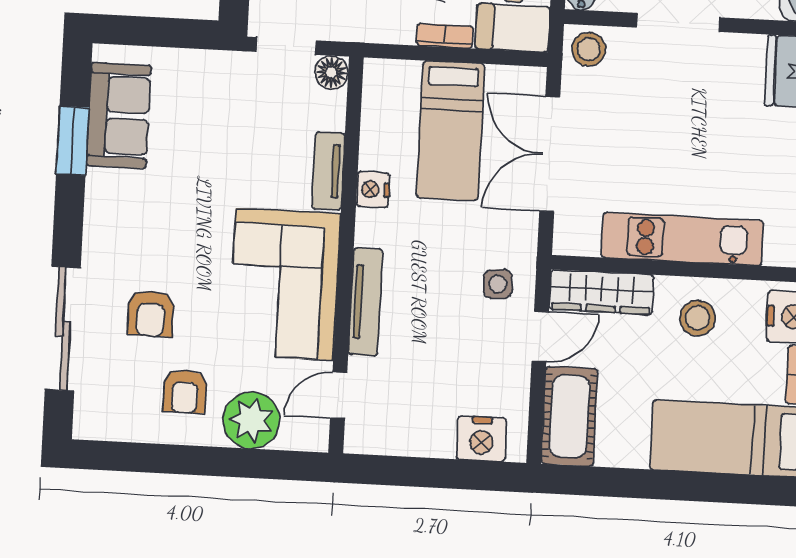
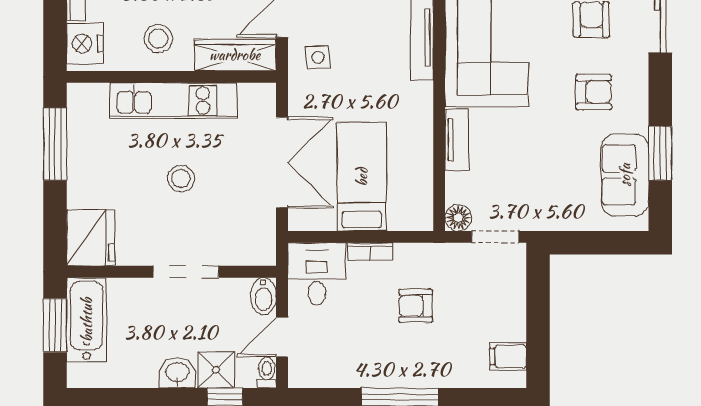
stool: (589, 49) -> (181, 179), moved
nightstand: (373, 189) -> (421, 127), removed
armchair: (153, 222) -> (594, 92), added

